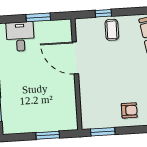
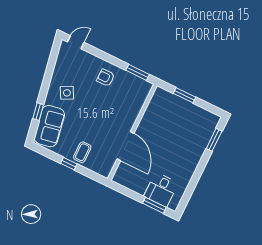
window: (103, 13) -> (69, 164), moved
window: (38, 17) -> (154, 205), moved

